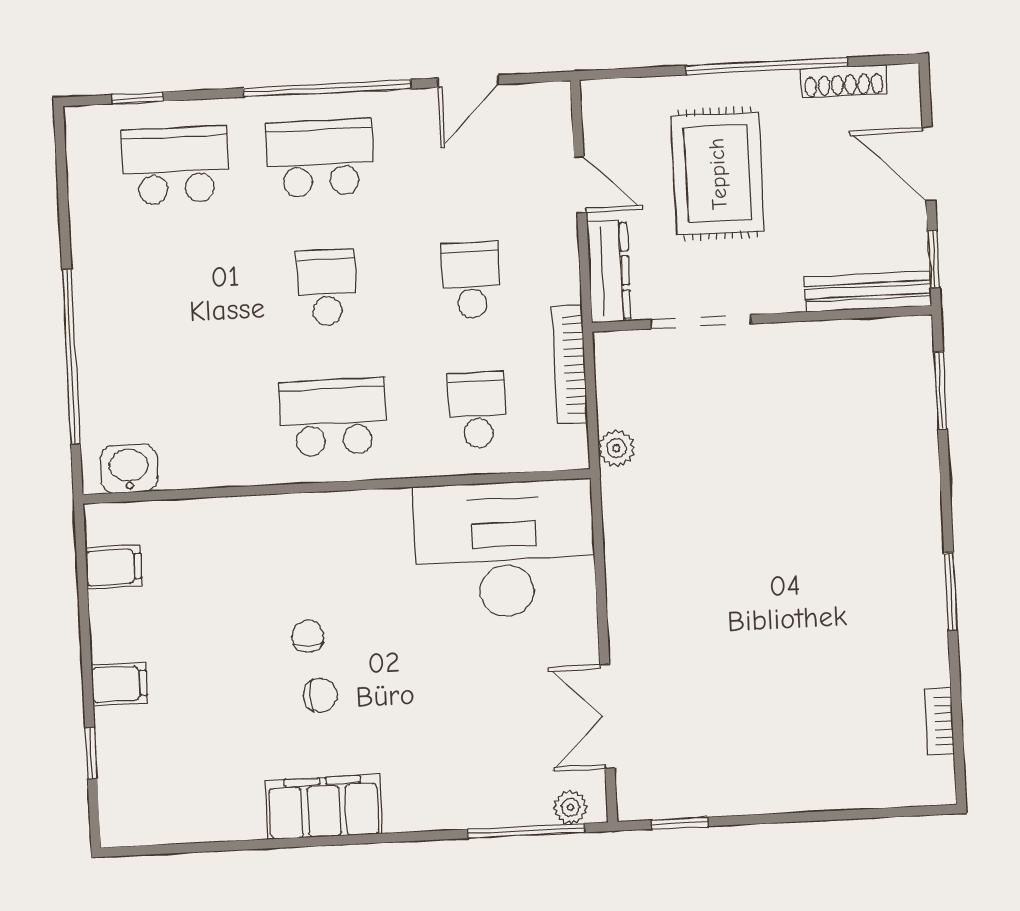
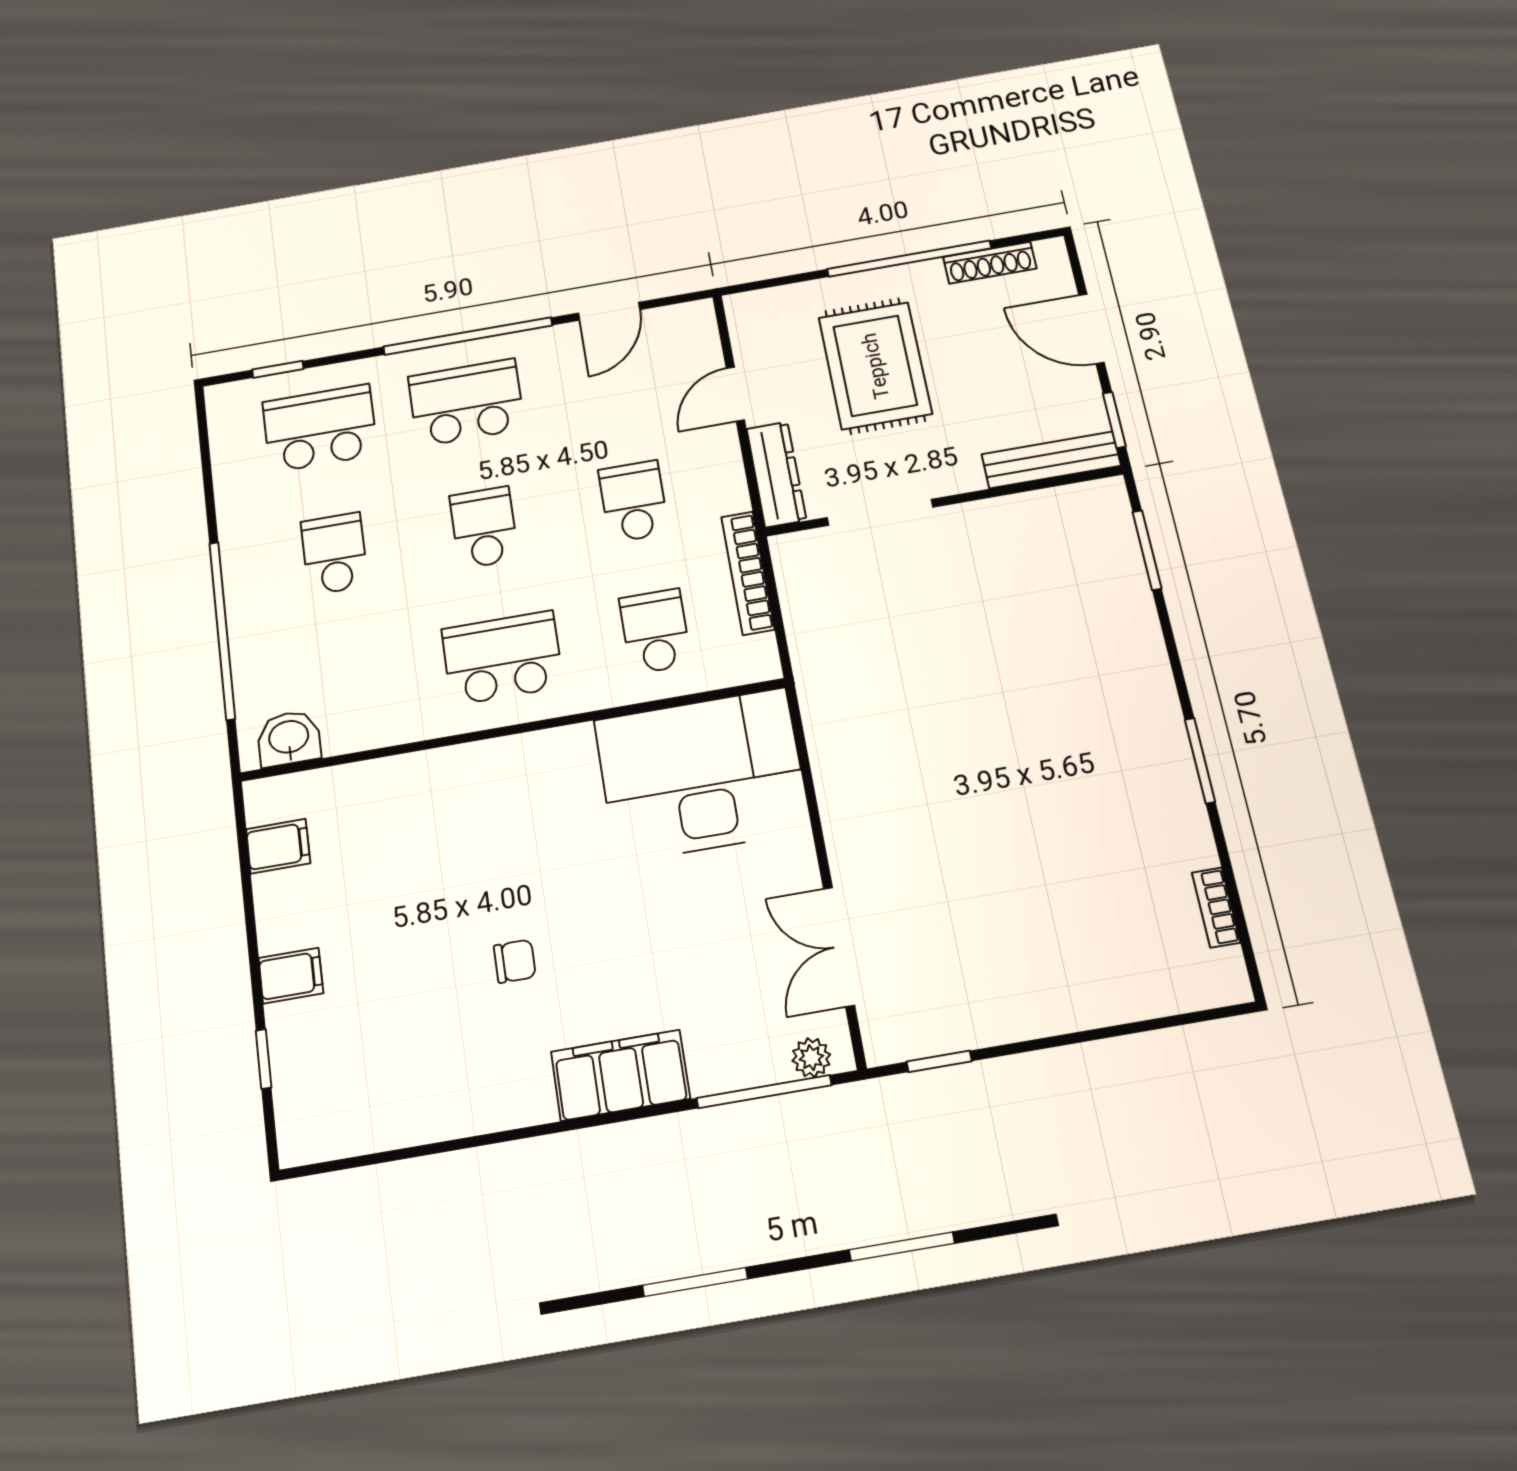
door: (580, 185) -> (735, 394), swing flipped
school desk: (182, 295) -> (334, 554), added
plant: (616, 448) -> (809, 653), removed
chair: (308, 636) -> (495, 897), removed
filing cabinet: (324, 807) -> (620, 1075), moved

